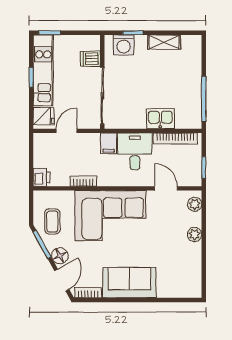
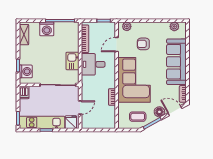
shelving: (164, 42) -> (24, 35), moved
dishwasher: (90, 59) -> (24, 93), moved
washing machine: (191, 78) -> (47, 29), added
kitchen sink: (160, 119) -> (73, 61), moved
door: (67, 131) -> (80, 108), swing flipped
filing cabinet: (109, 143) -> (88, 81), removed
printer: (42, 177) -> (110, 123), removed
armchair: (167, 230) -> (143, 44), added
plant: (194, 234) -> (174, 26), moved
sofa: (129, 283) -> (176, 62), width x1.36

